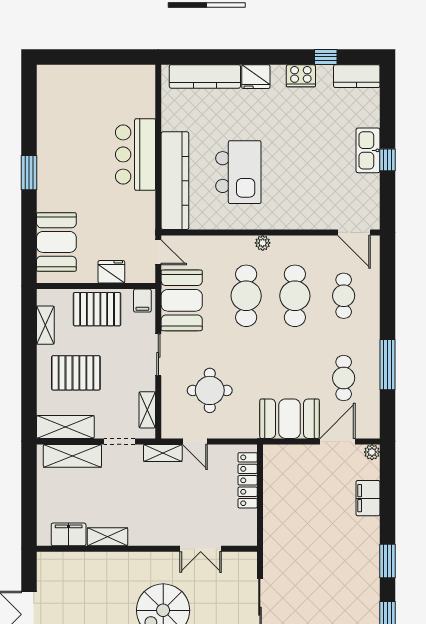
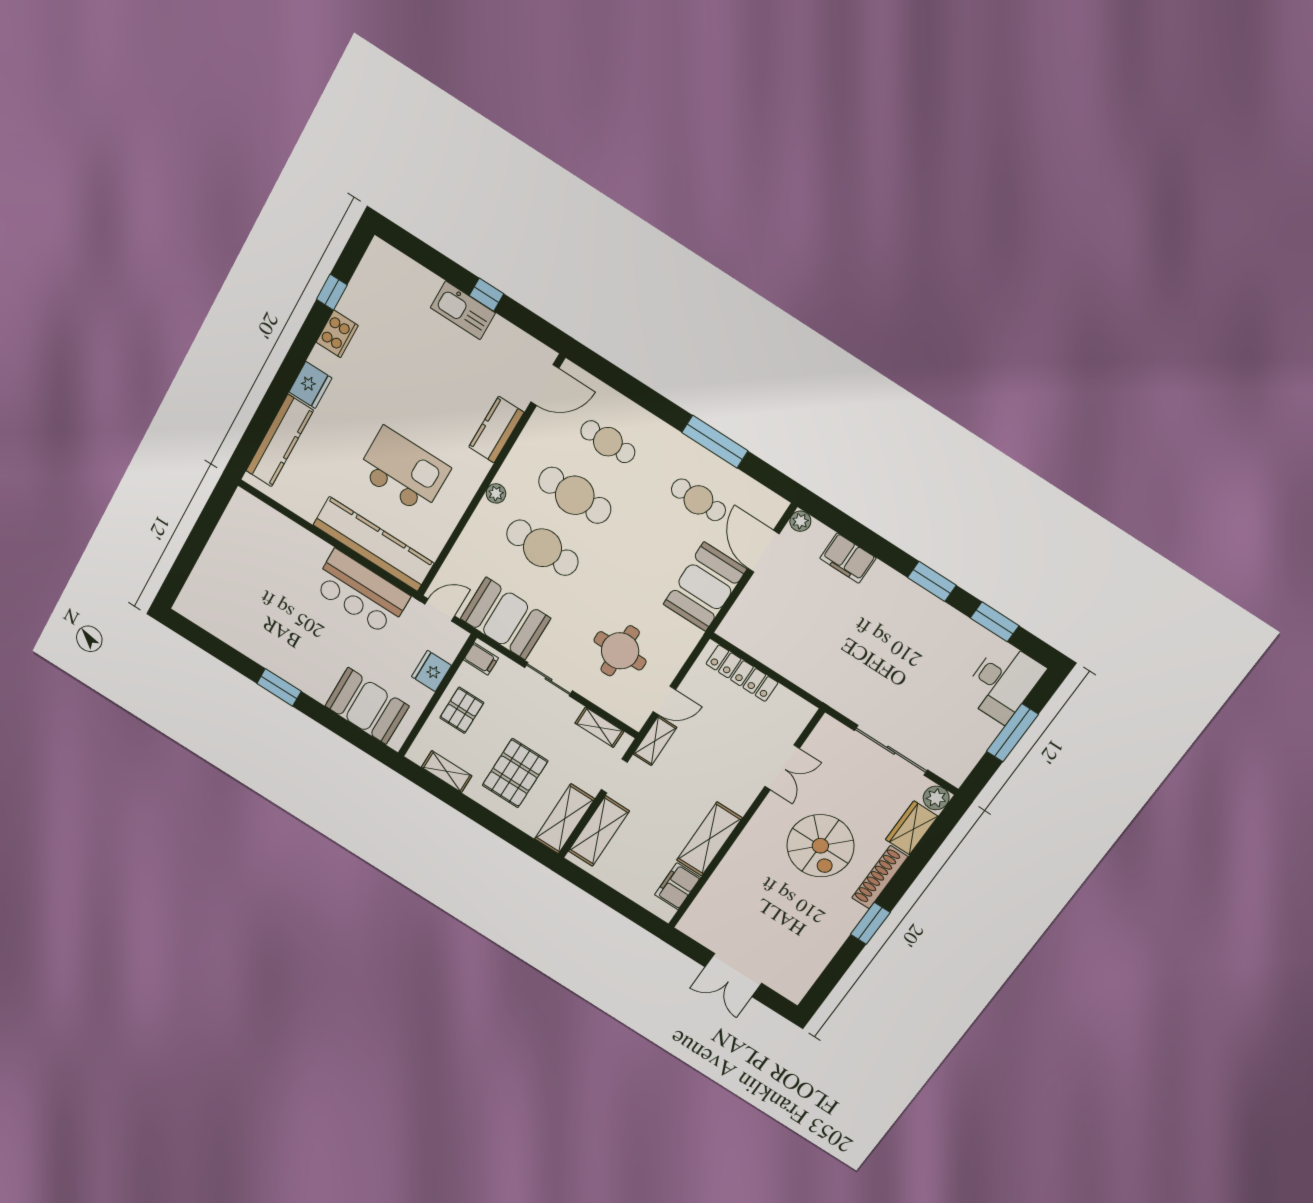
kitchen counter: (357, 76) -> (496, 430), moved, turned 180
bar counter: (136, 154) -> (361, 592), moved
pallet: (97, 309) -> (462, 710), width x0.67, depth x0.71
shelving: (107, 537) -> (709, 839), width x1.50, depth x1.33

